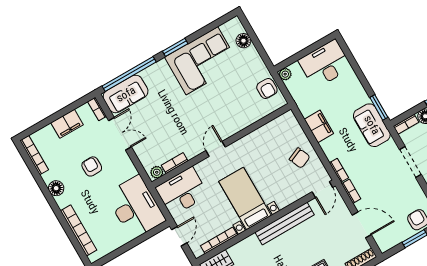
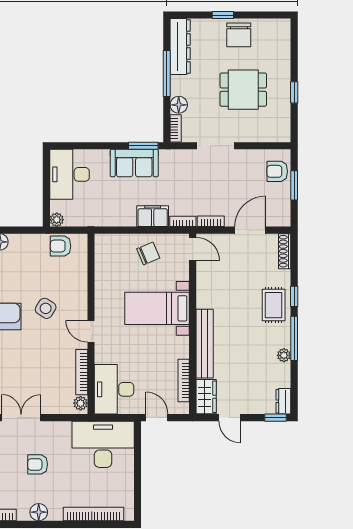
armchair: (267, 88) -> (61, 246), turned 180
side table: (213, 104) -> (46, 308), added
sofa: (372, 125) -> (134, 163), moved
filing cabinet: (319, 126) -> (153, 216), moved
bookcase: (175, 163) -> (82, 372), width x1.56
bed with nightstands: (245, 198) -> (157, 308), moved
bench: (285, 224) -> (205, 344), moved

